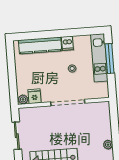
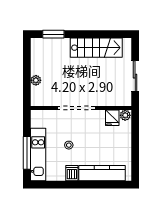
plant: (108, 145) -> (36, 80), moved

